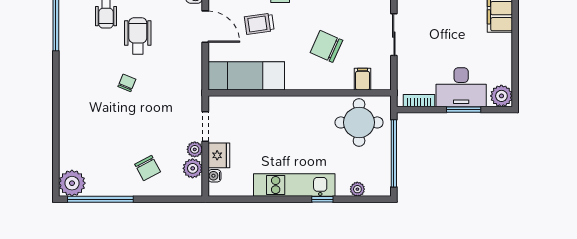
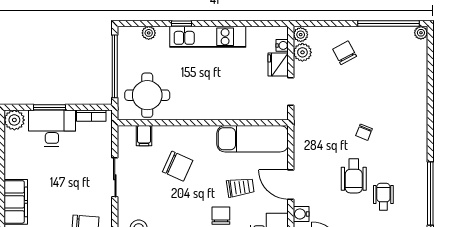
plant: (195, 149) -> (301, 35), moved
plant: (72, 183) -> (421, 33), width x0.53, depth x0.53

